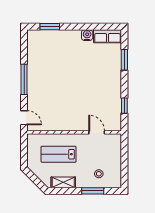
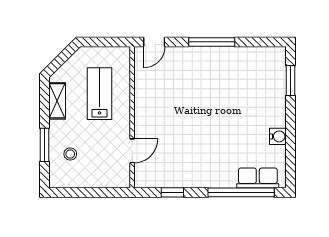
row of seats: (107, 36) -> (258, 178), moved, turned 90
window: (124, 60) -> (241, 192), width x2.11

